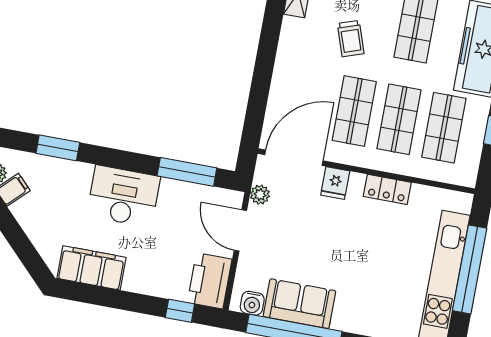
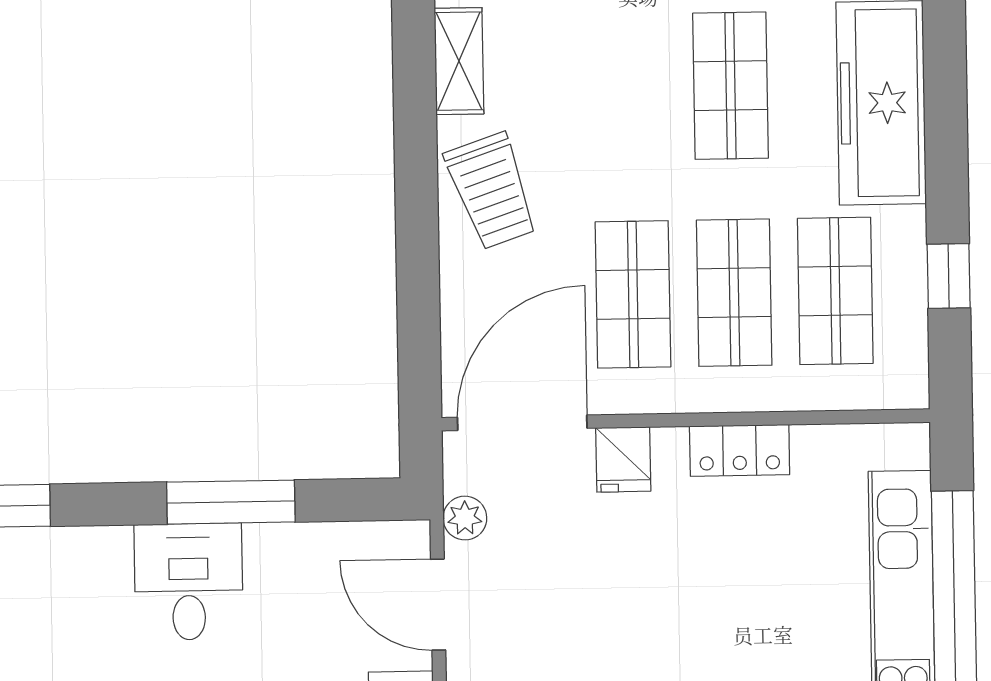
trolley: (351, 39) -> (492, 191), moved, width x1.36, depth x1.39
window: (187, 172) -> (231, 502), moved
desk: (123, 196) -> (189, 582), width x0.73

